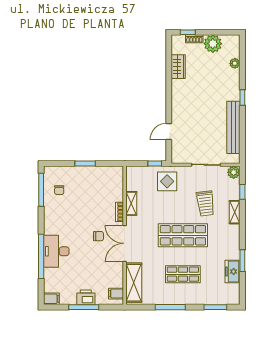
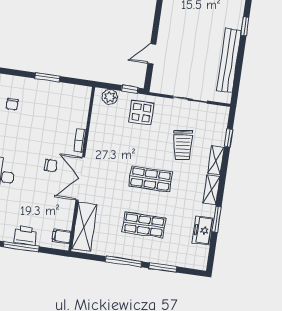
plant: (234, 172) -> (110, 97), moved
shelving: (131, 203) -> (211, 190), moved
shop shelf: (183, 235) -> (151, 179), width x0.70, depth x0.74
window: (215, 307) -> (163, 267), moved

